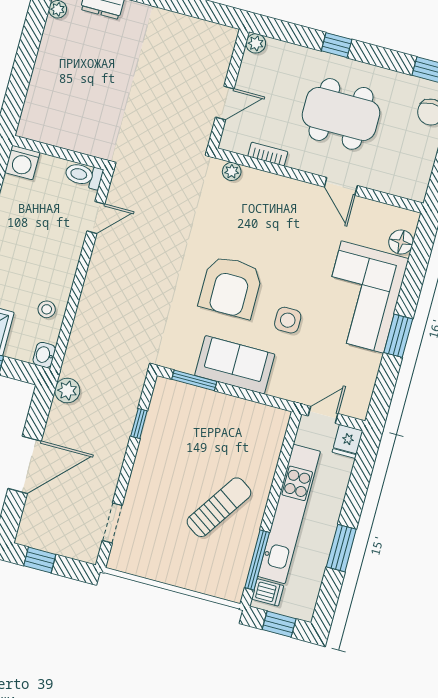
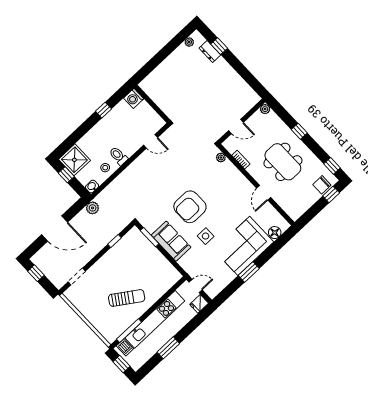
toilet: (84, 175) -> (118, 156), moved

